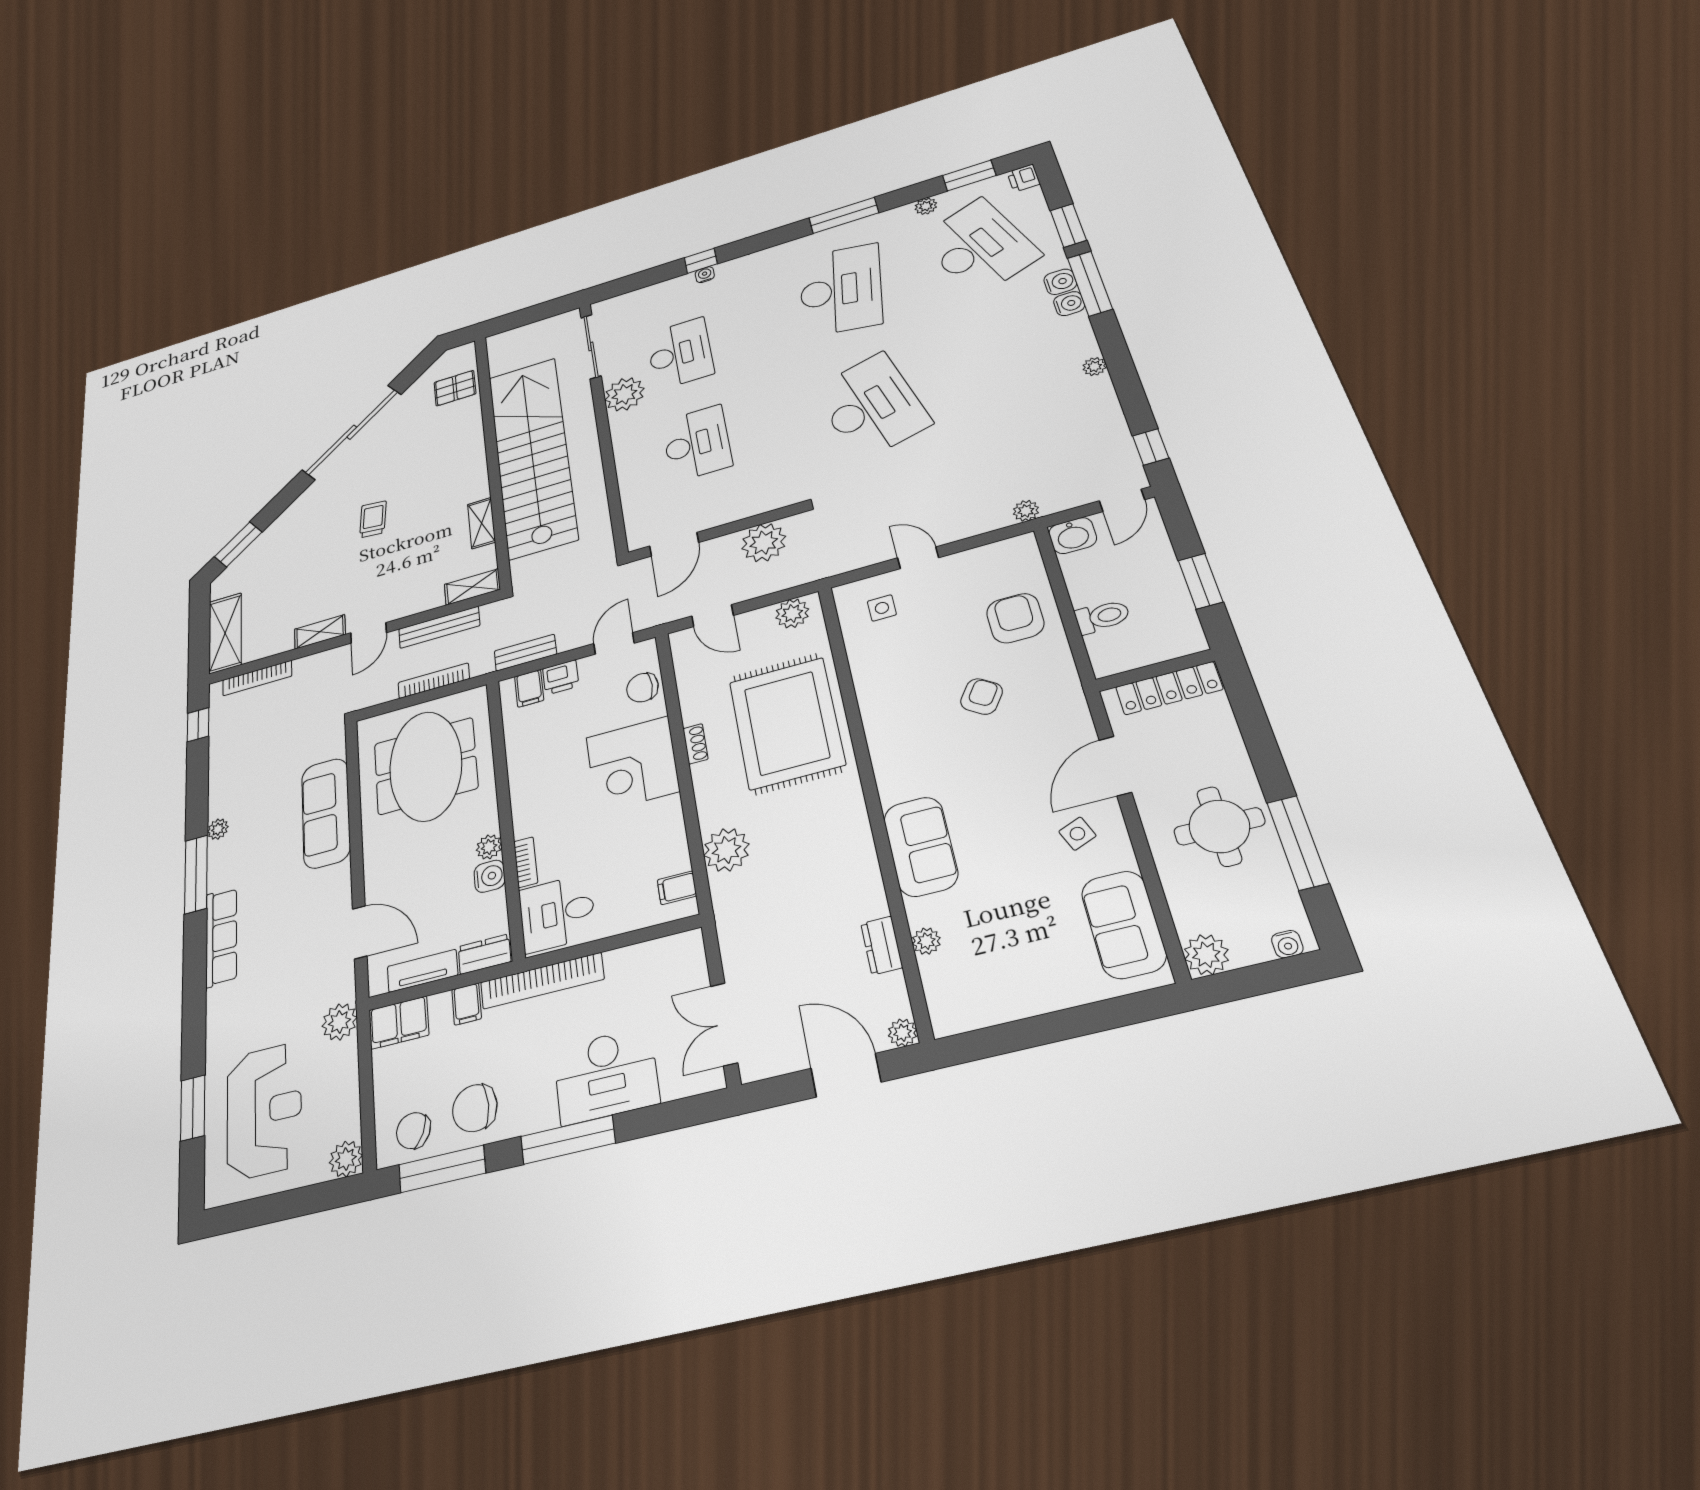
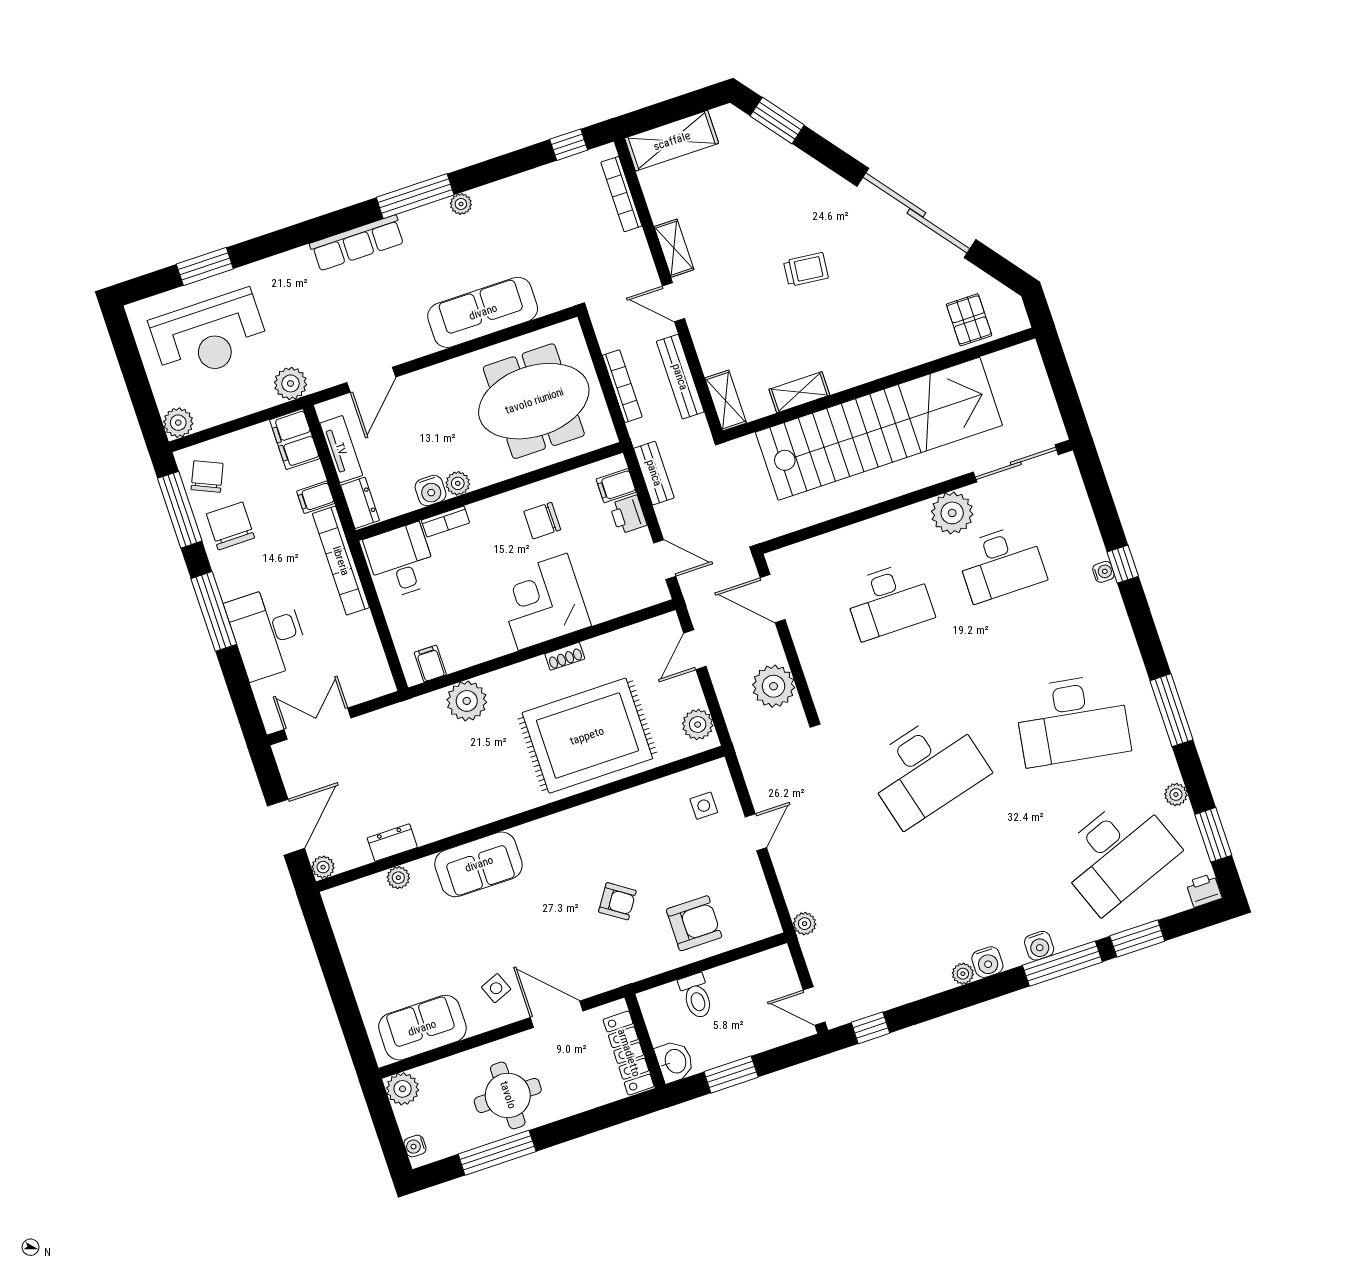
water cooler: (1060, 282) -> (987, 962), moved
washbasin: (1073, 536) -> (675, 1061), moved, turned 180
chair: (642, 688) -> (542, 521), moved, turned -90

